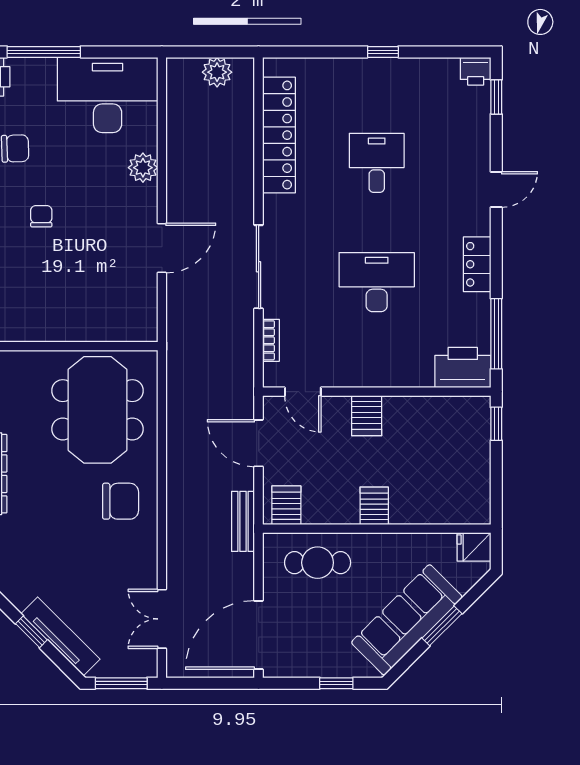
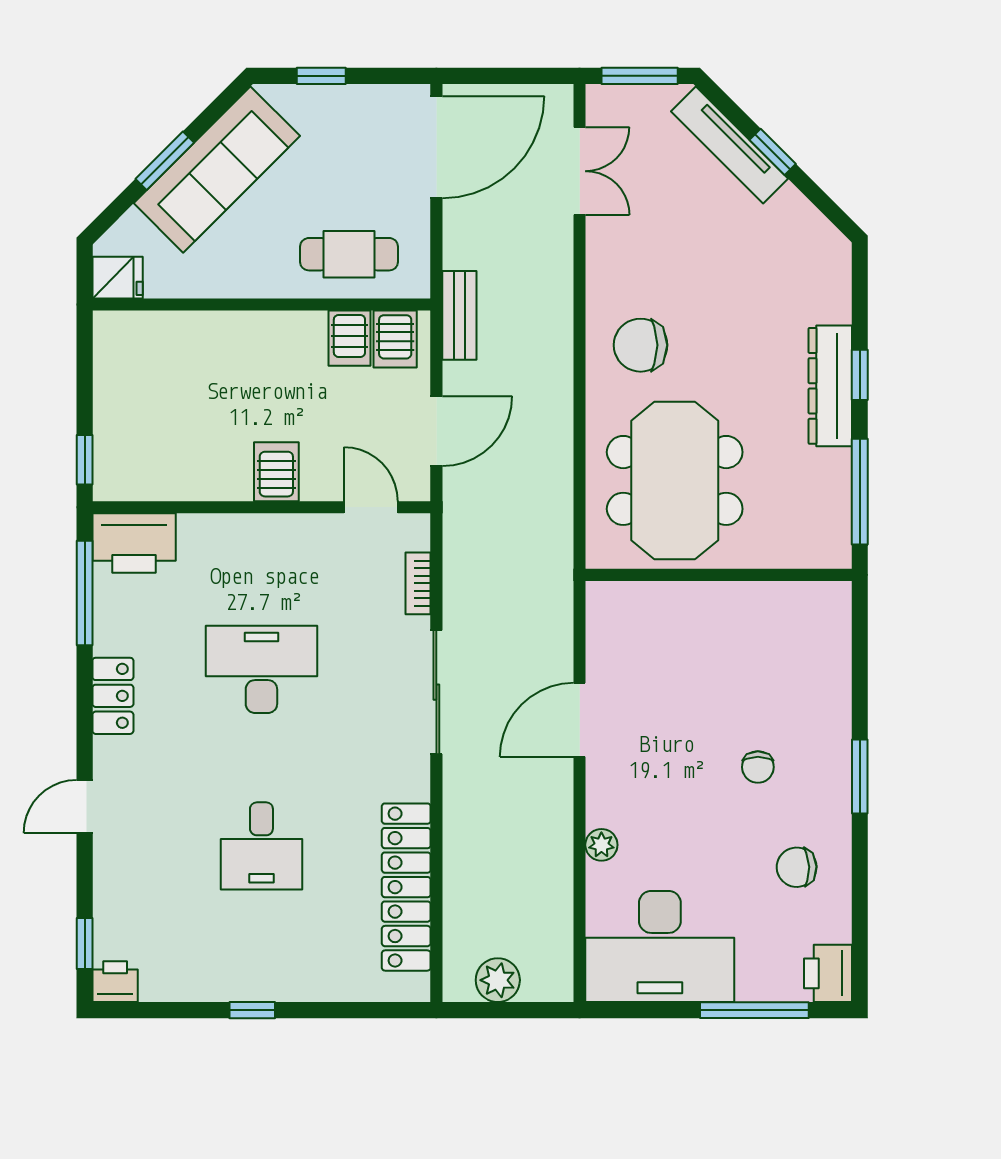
plant: (143, 168) -> (601, 845), width x0.73, depth x0.73
desk: (377, 282) -> (261, 669), turned 180
door: (259, 443) -> (436, 431), hinge flipped
server rack: (374, 506) -> (349, 338), moved

